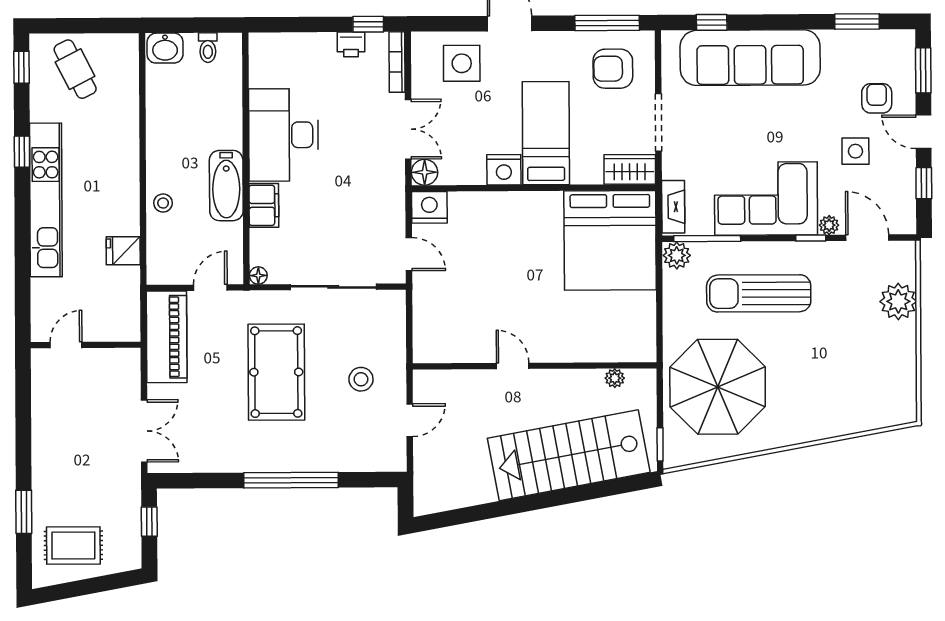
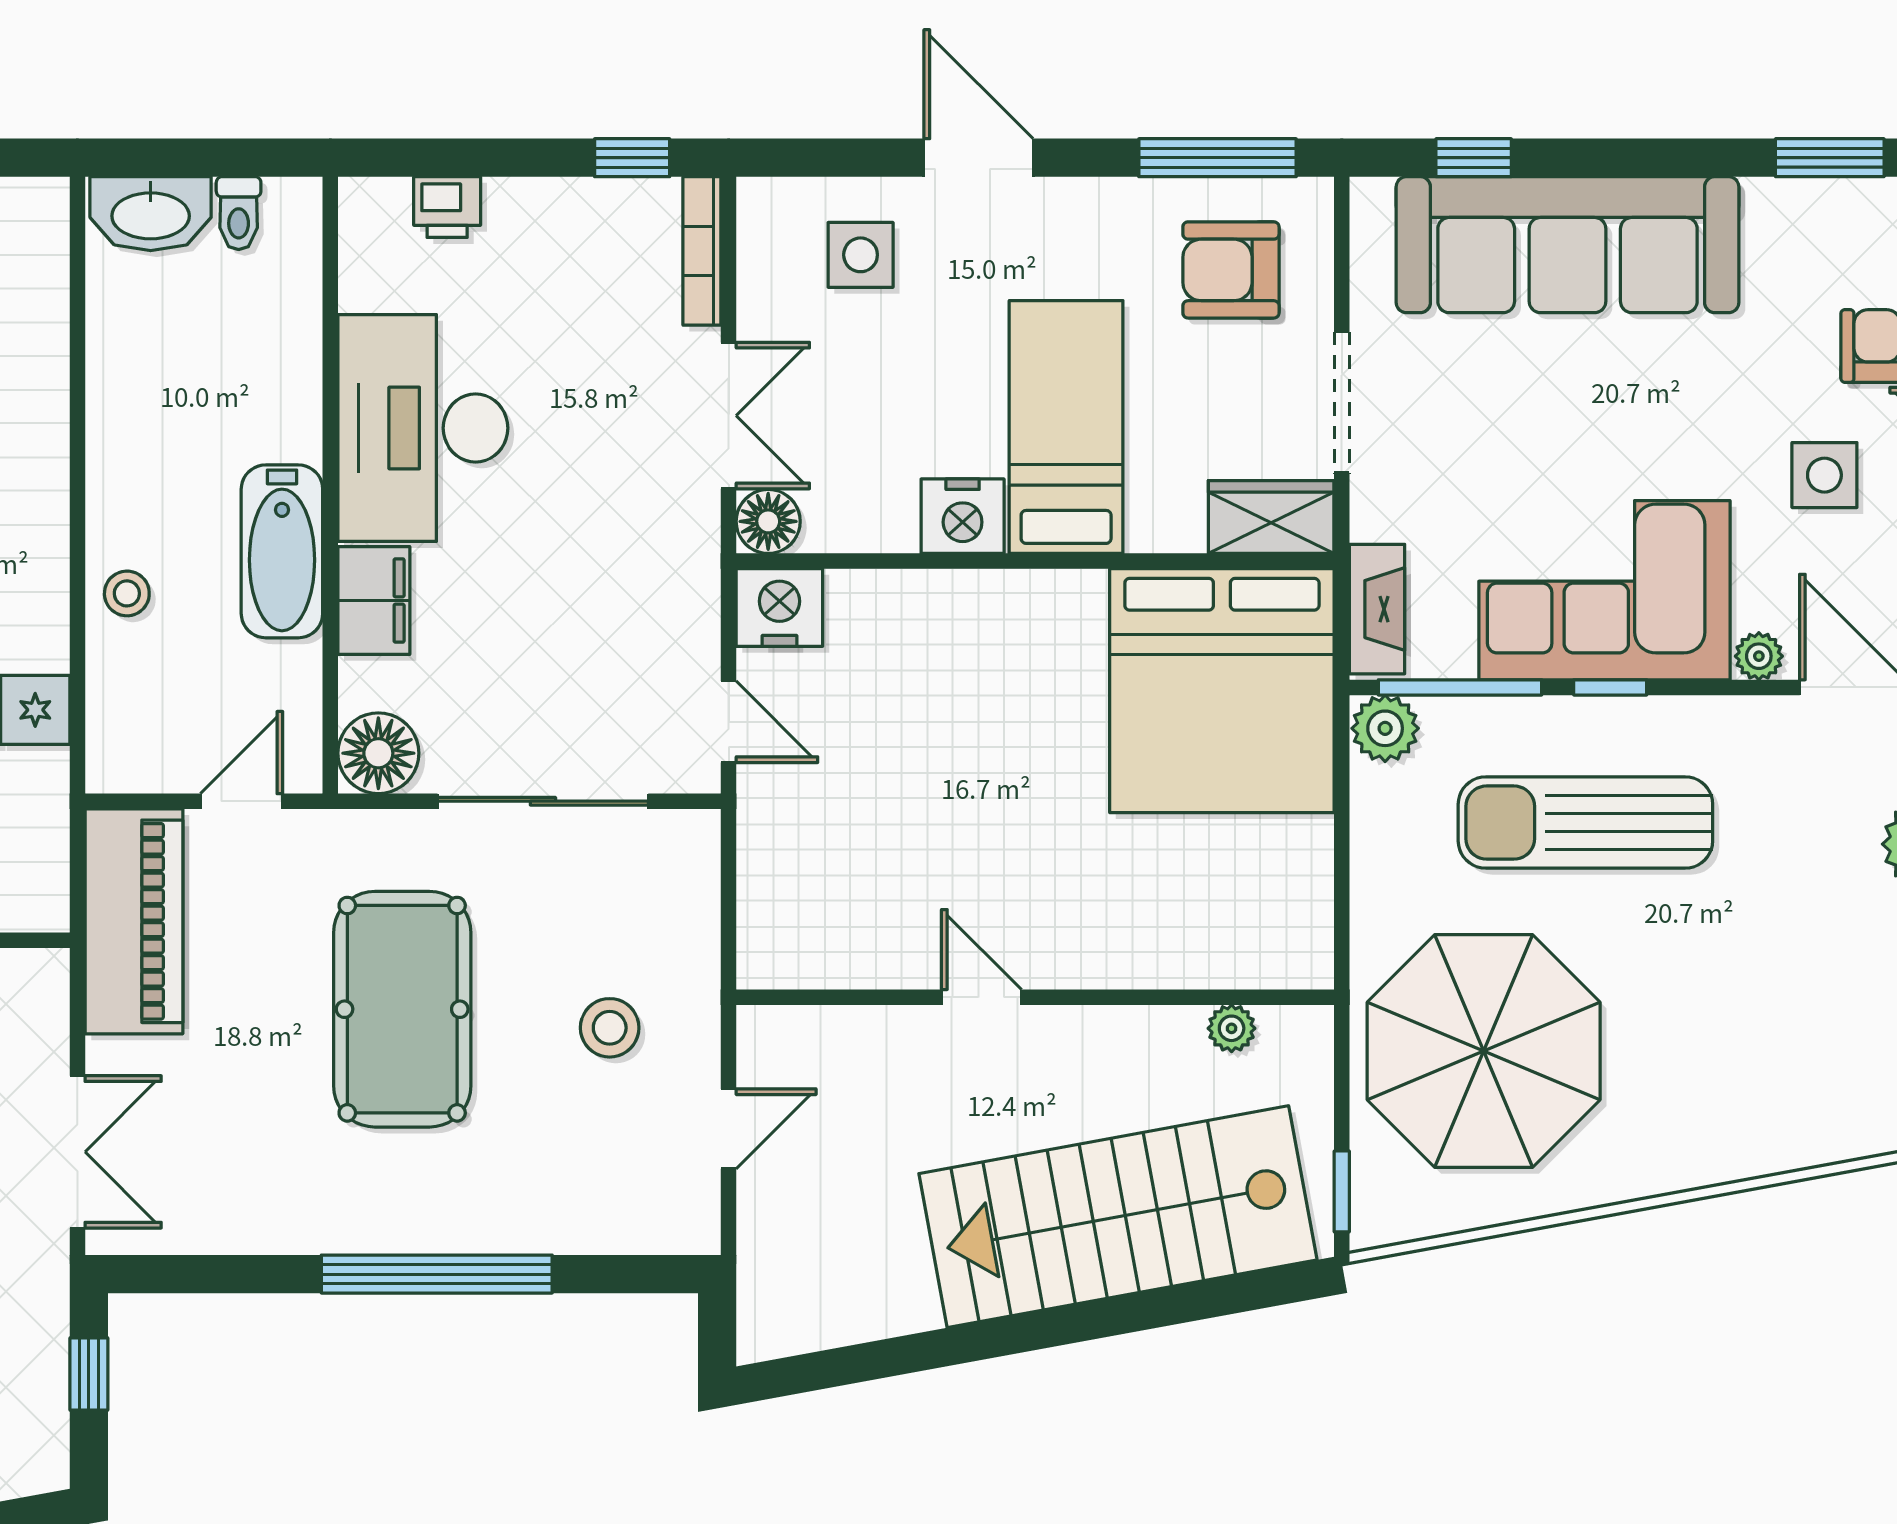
printer: (351, 44) -> (447, 207), moved
washbasin: (165, 48) -> (151, 214), width x1.38
side table: (462, 63) -> (861, 255), width x0.73, depth x0.73
window: (811, 238) -> (1610, 687), moved
floor lamp: (258, 275) -> (378, 753), width x1.89, depth x1.89

